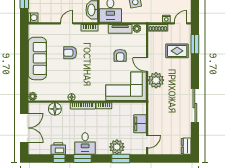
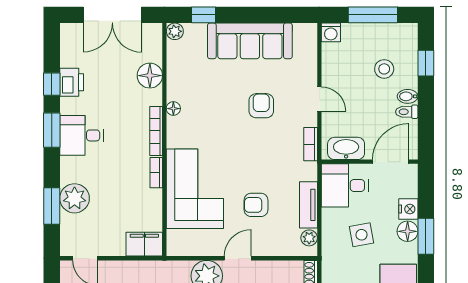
window: (24, 82) -> (203, 15), added
corner sofa: (126, 86) -> (195, 189), moved
filing cabinet: (140, 124) -> (144, 244), moved

